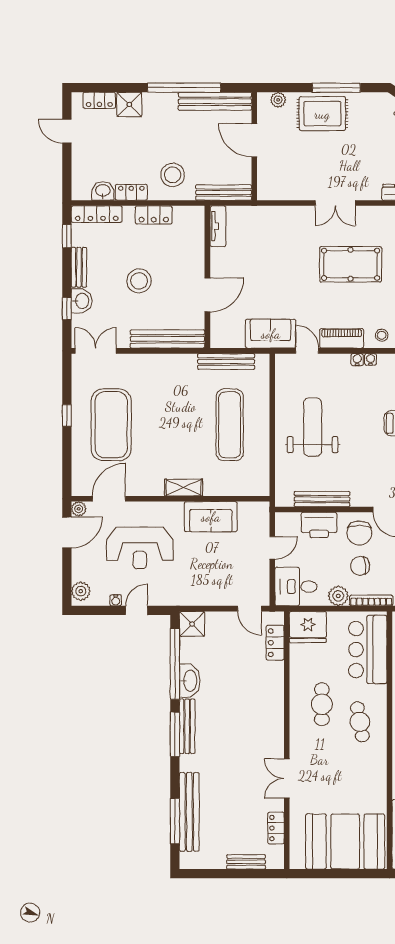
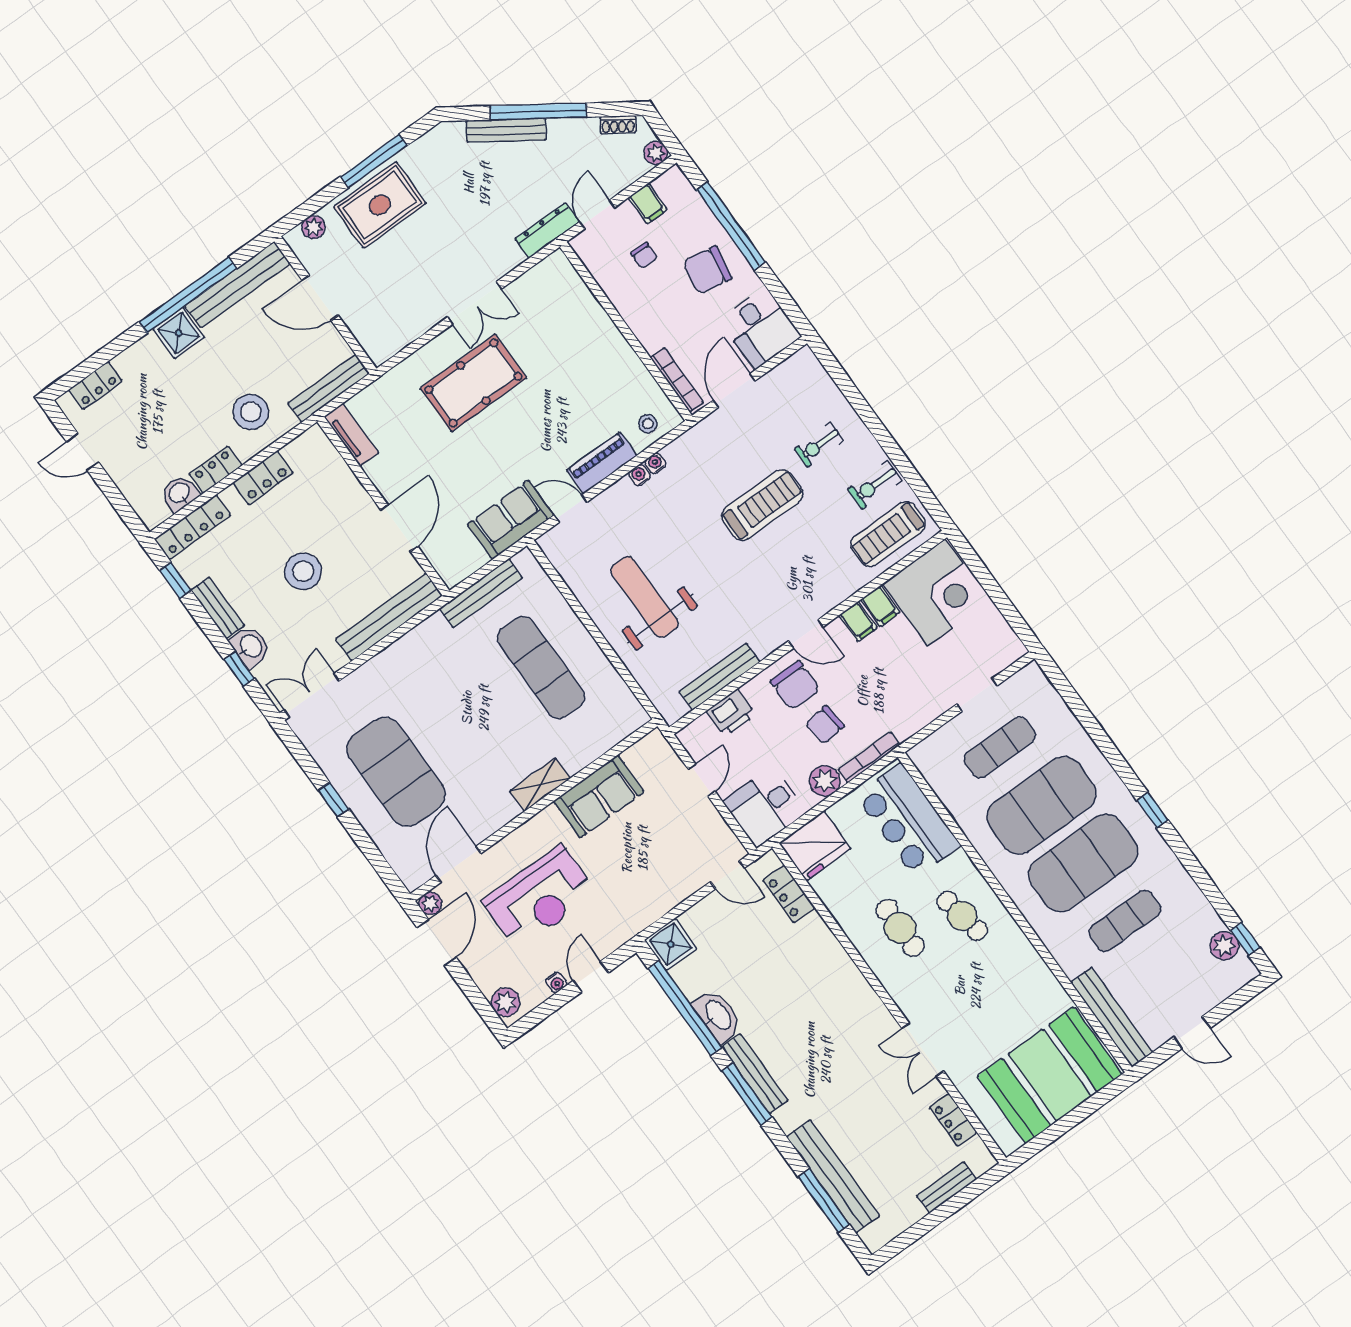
shower: (129, 105) -> (179, 333), moved
pool table: (351, 264) -> (473, 383), moved
printer: (319, 525) -> (731, 713), width x0.73, depth x0.84

